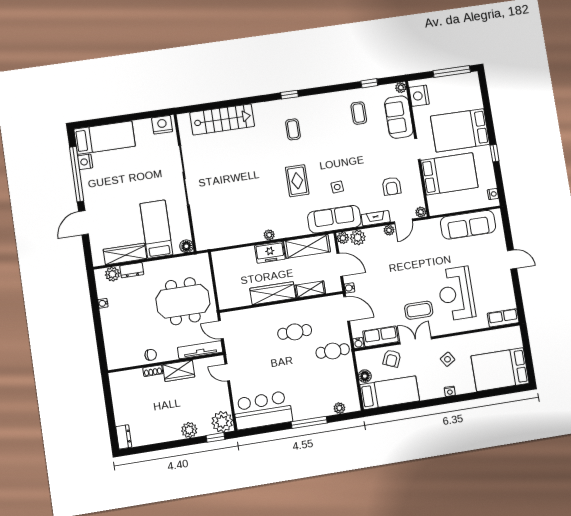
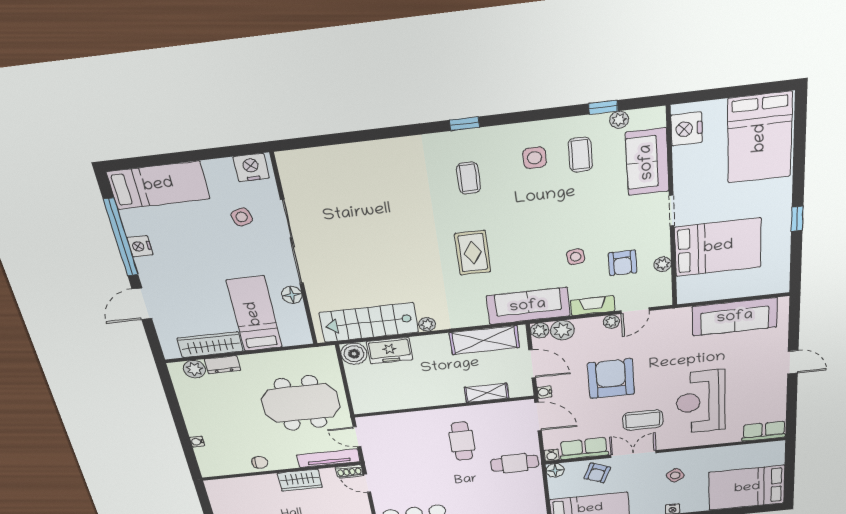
window: (452, 71) -> (750, 90), removed
plant: (401, 88) -> (619, 120), moved
side table: (332, 116) -> (534, 158), added
stairs: (222, 119) -> (369, 322), moved, turned 180
bed: (460, 130) -> (760, 138), moved, turned -90
side table: (154, 158) -> (242, 217), added
nightstand: (85, 162) -> (140, 246), moved
side table: (337, 187) -> (576, 257), moved
nightstand: (493, 194) -> (782, 276), removed
plant: (421, 212) -> (663, 264), moved
floor lamp: (186, 246) -> (292, 295), moved
freezer: (270, 252) -> (390, 351), moved
boiler: (221, 259) -> (354, 354), added
armchair: (393, 276) -> (611, 379), added
wardrobe: (273, 293) -> (432, 396), removed
water cooler: (103, 303) -> (197, 442), moved
cafe table: (295, 332) -> (462, 441), turned 90
shoe rack: (153, 371) -> (349, 471), moved
floor lamp: (365, 376) -> (555, 470), moved

